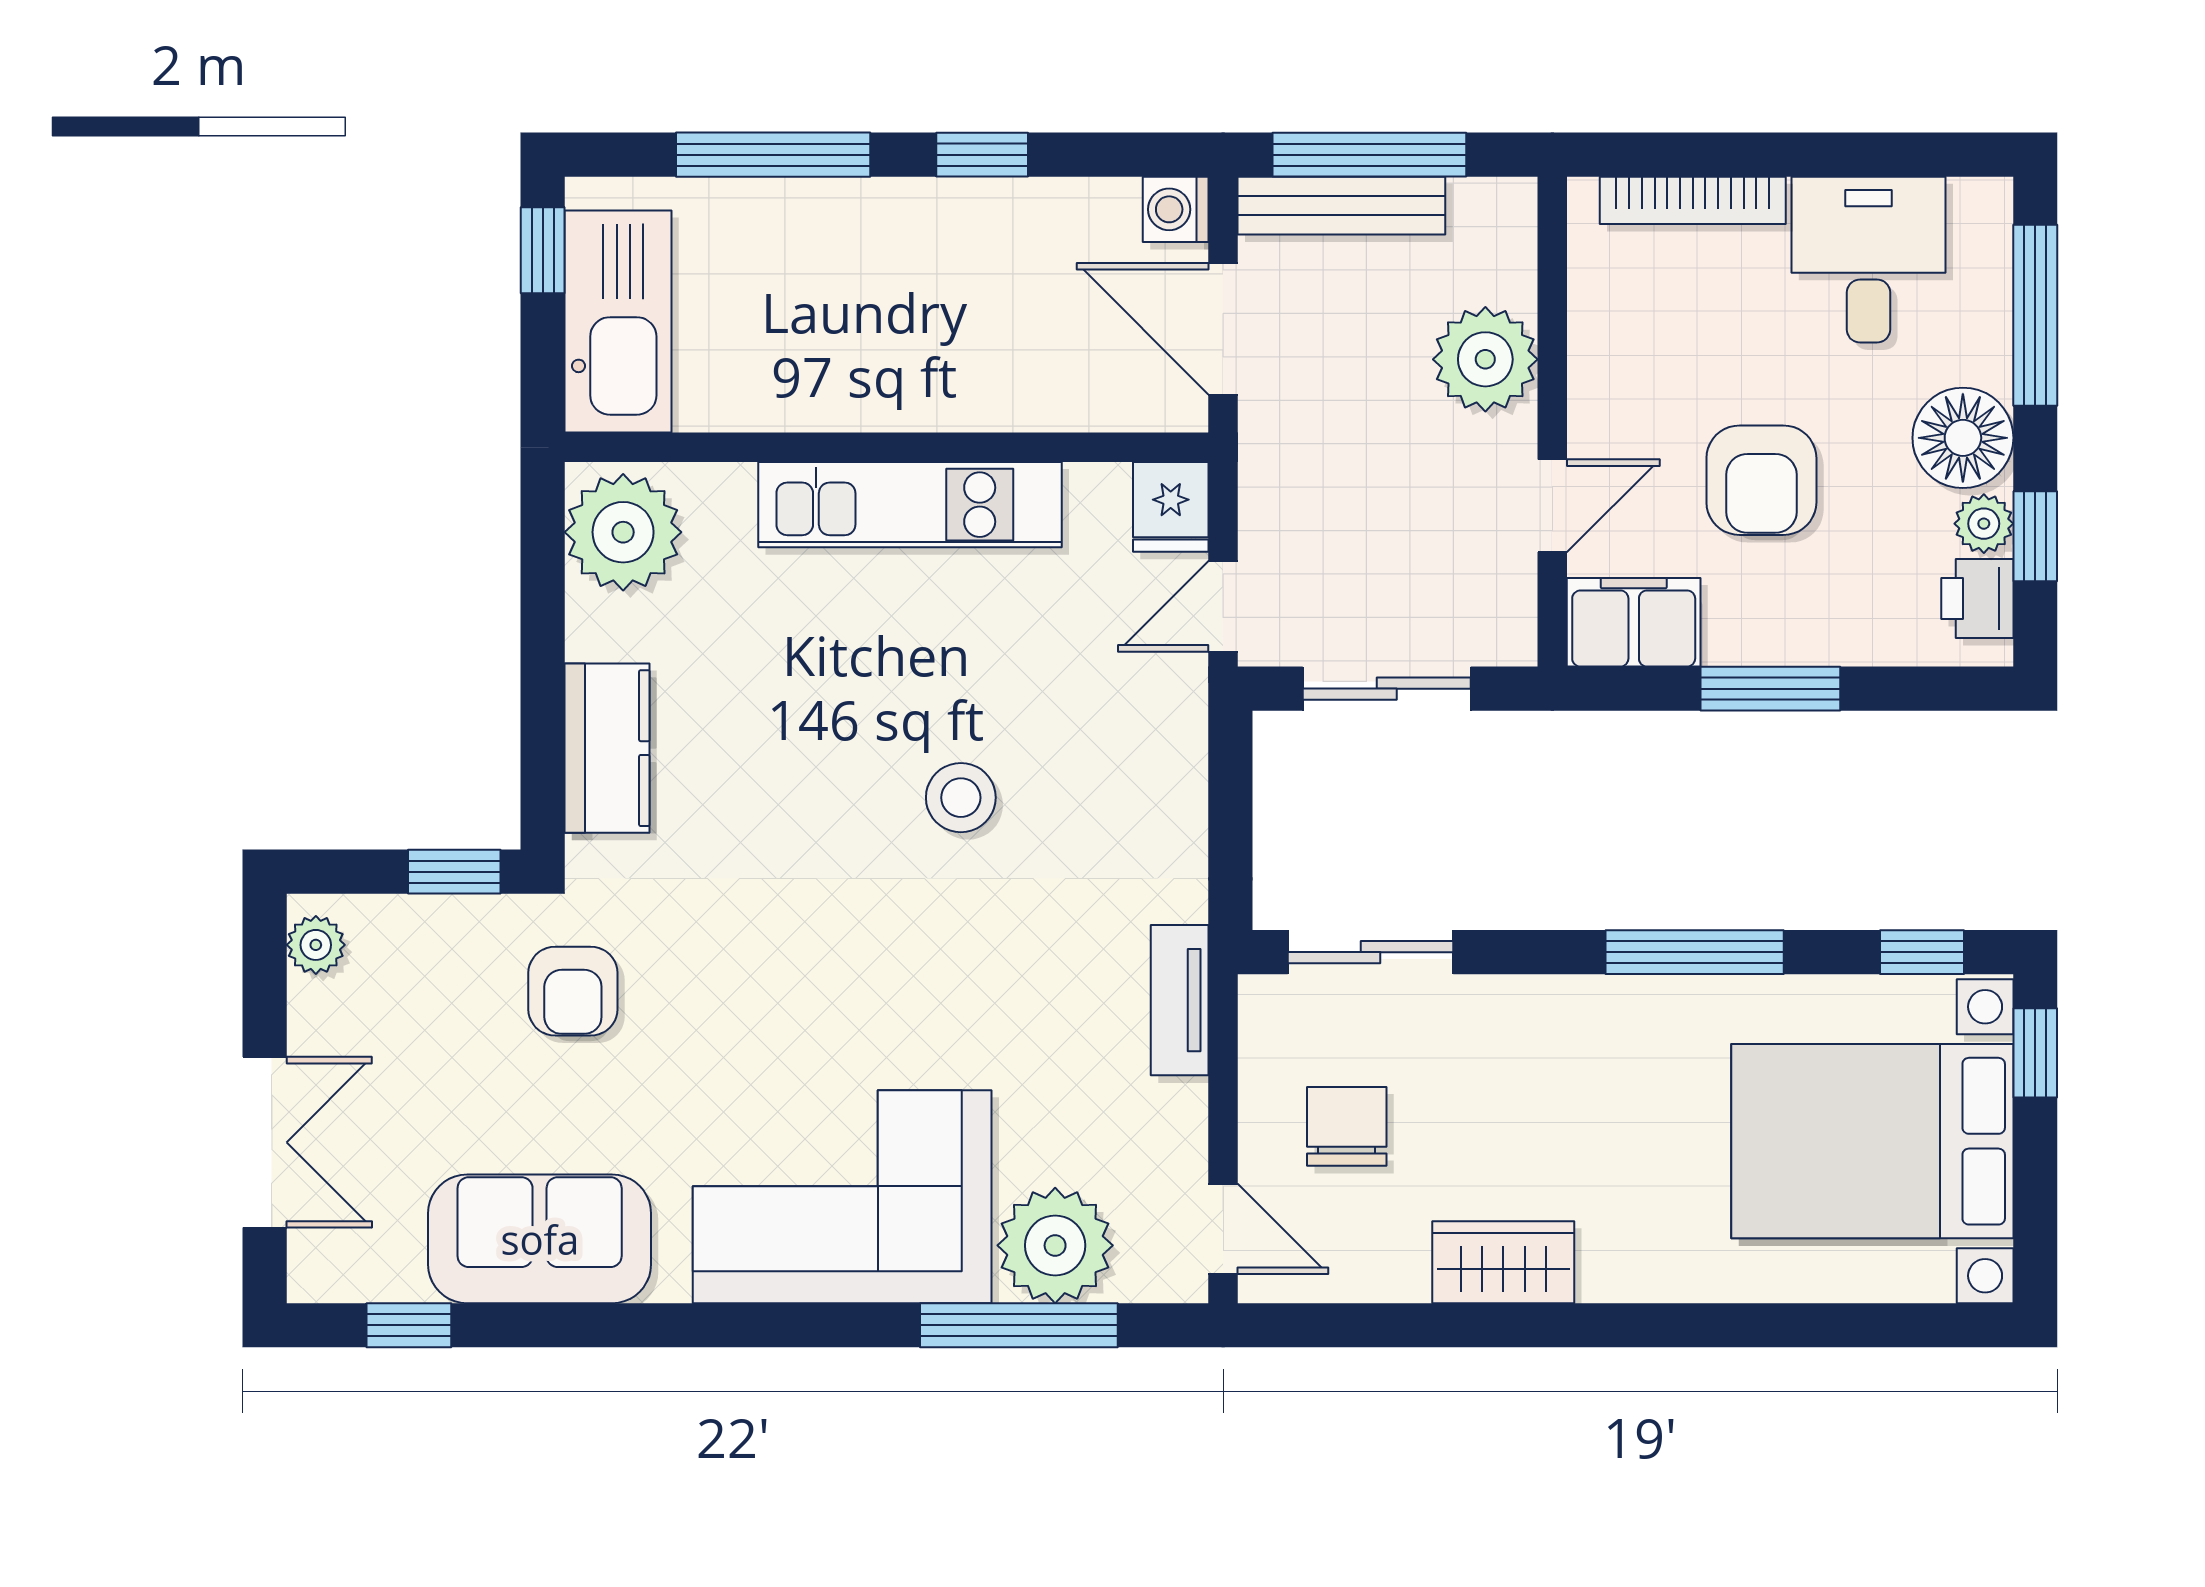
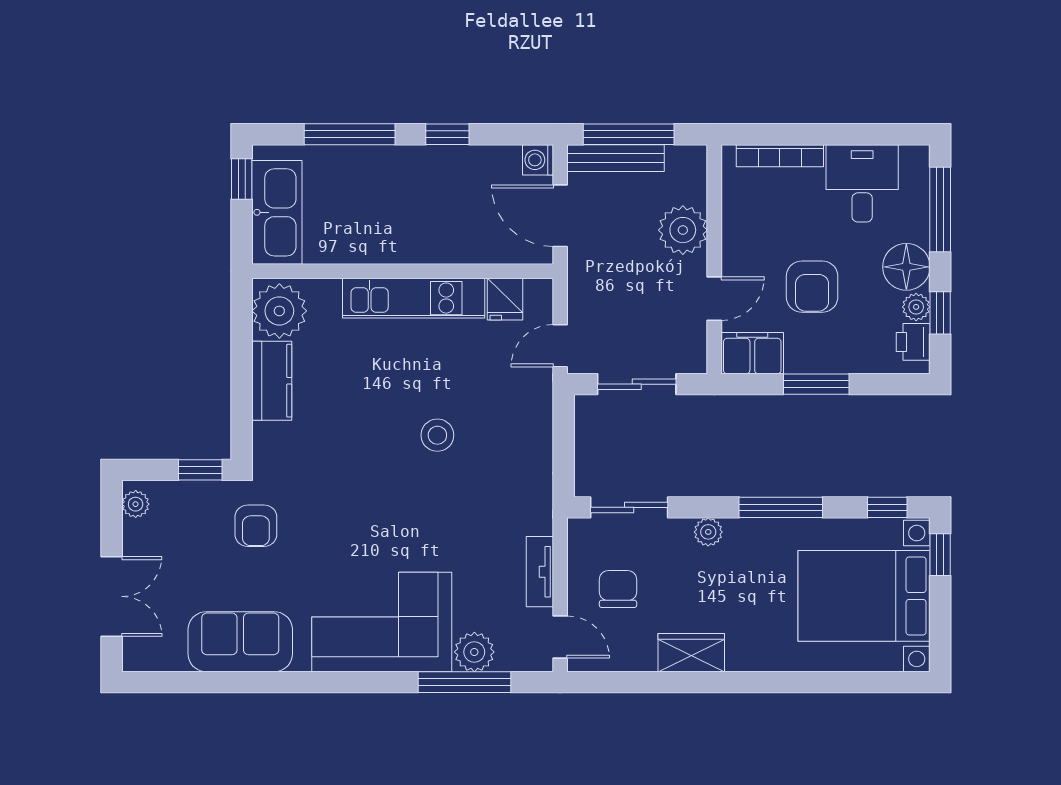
fridge: (1171, 507) -> (505, 299), moved
kitchen counter: (607, 748) -> (272, 381), moved
tv unit: (1180, 1000) -> (540, 572), moved
plant: (1540, 1004) -> (708, 532), added
plant: (1055, 1245) -> (474, 652), width x0.73, depth x0.73
window: (409, 1325) -> (179, 682), removed

